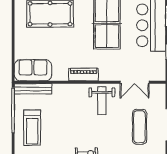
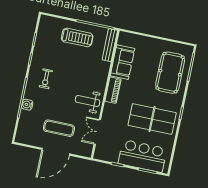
sofa: (33, 70) -> (122, 62), moved
treadmill: (32, 128) -> (77, 37), turned 180

